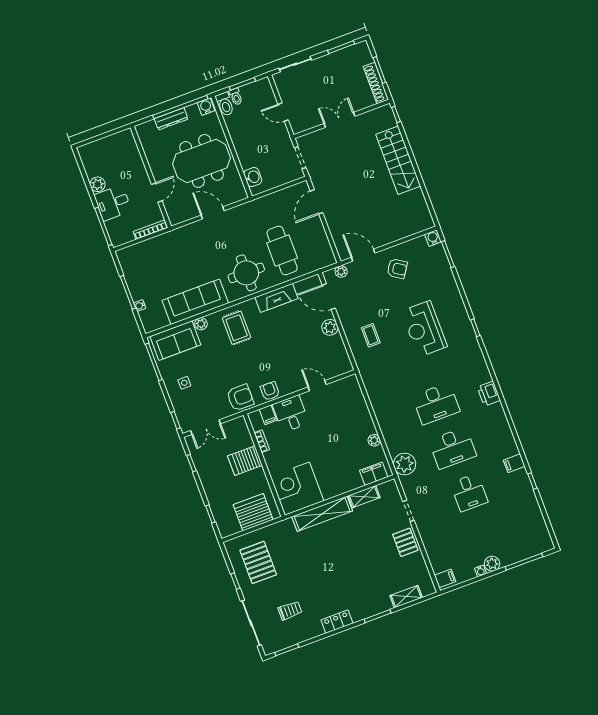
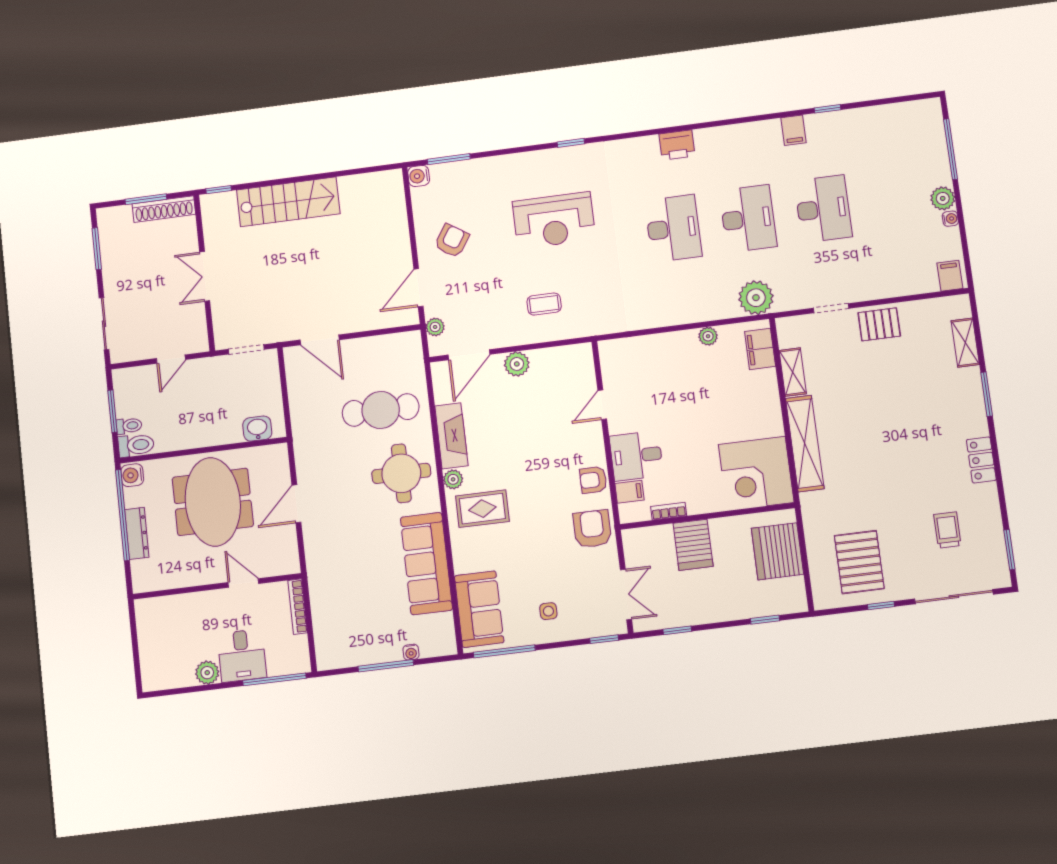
plant: (201, 324) -> (453, 479), moved
desk: (469, 492) -> (823, 209), width x1.37
pallet: (258, 562) -> (859, 562), turned 90

